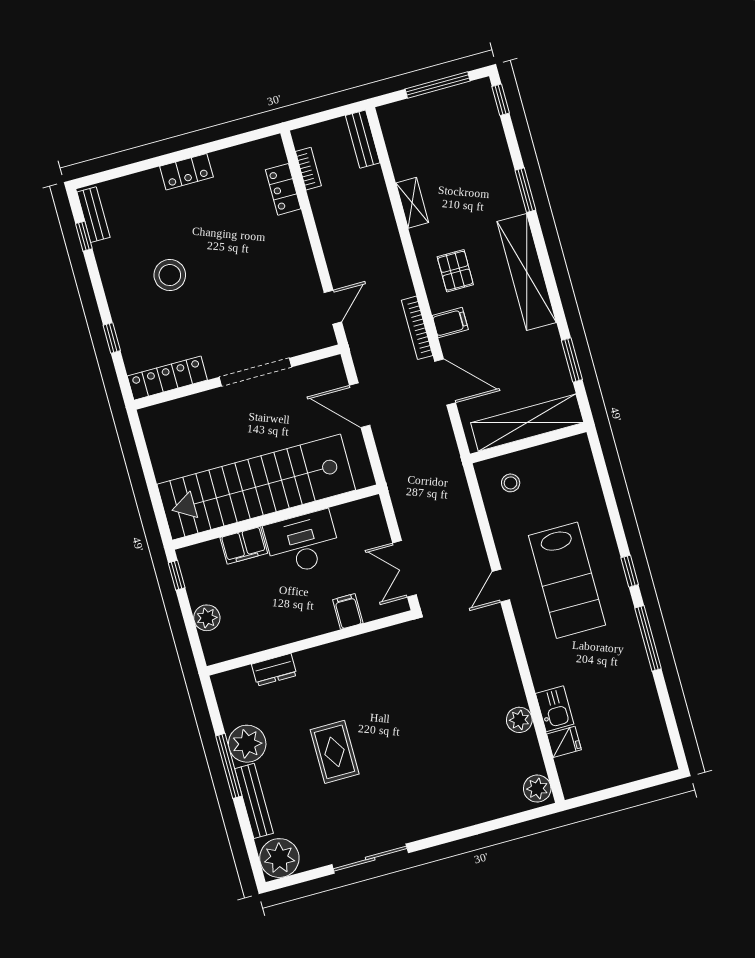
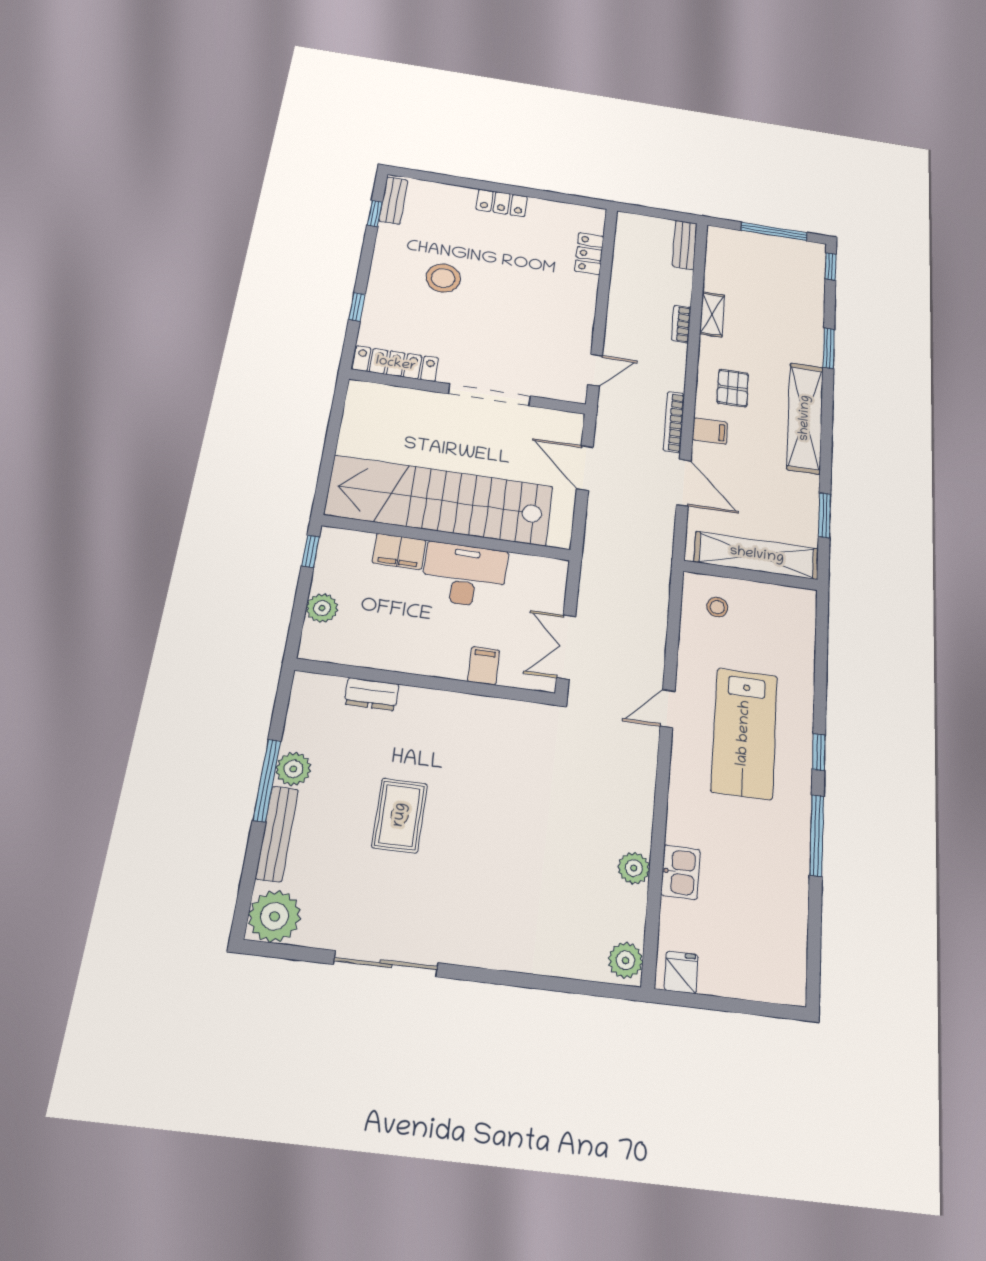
bookcase: (308, 169) -> (681, 324), moved, turned 180
fridge: (564, 742) -> (681, 972), moved, turned -90
plant: (247, 744) -> (293, 769), width x0.73, depth x0.73

